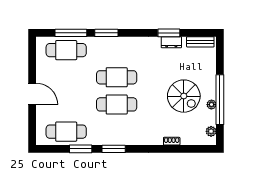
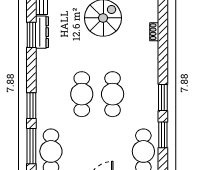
dresser: (171, 42) -> (42, 32), width x1.44

